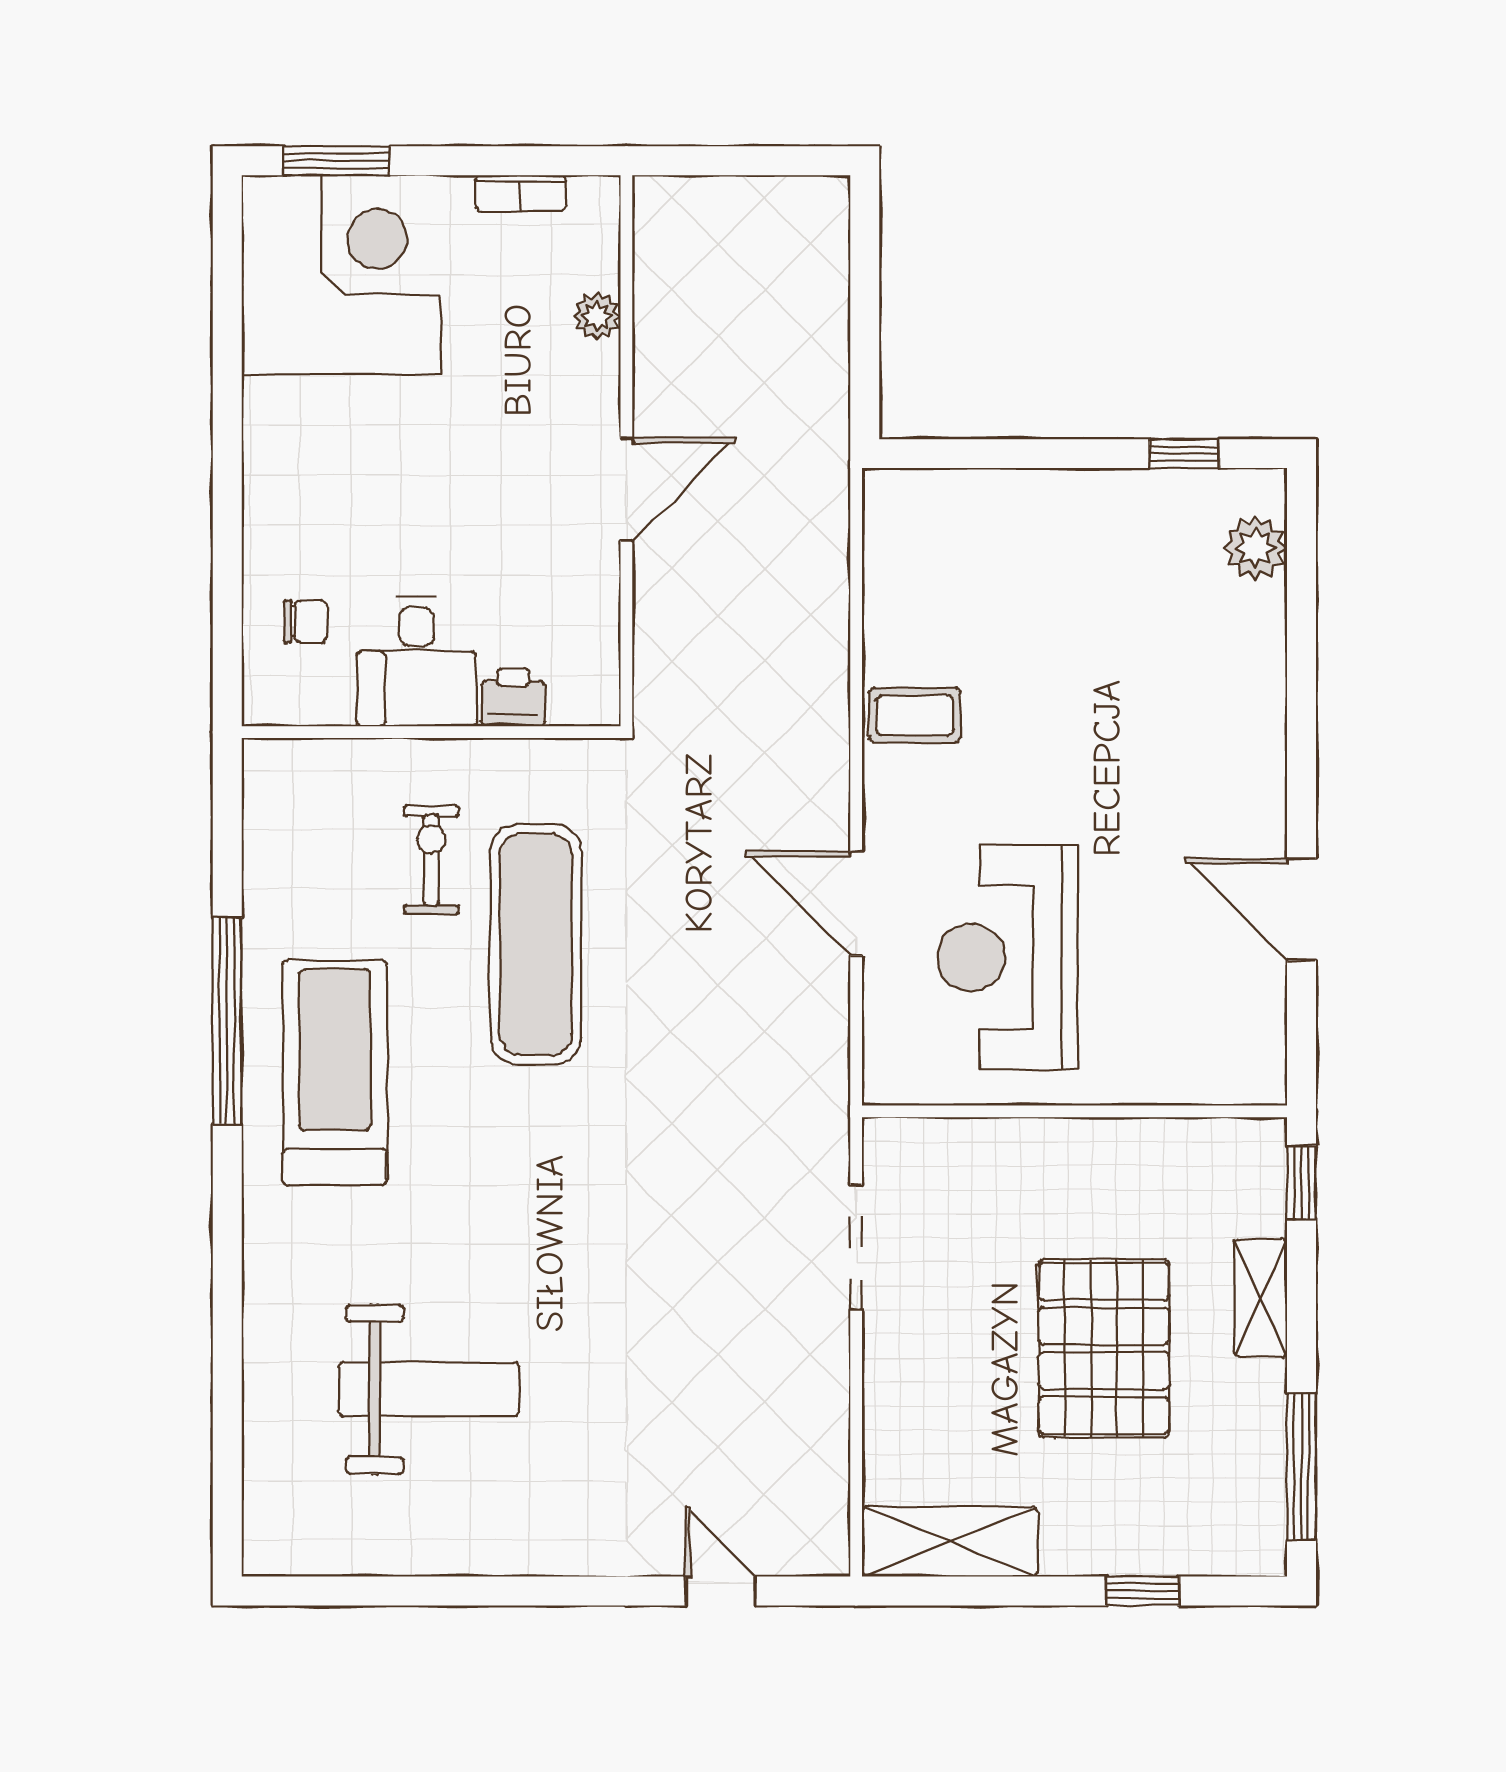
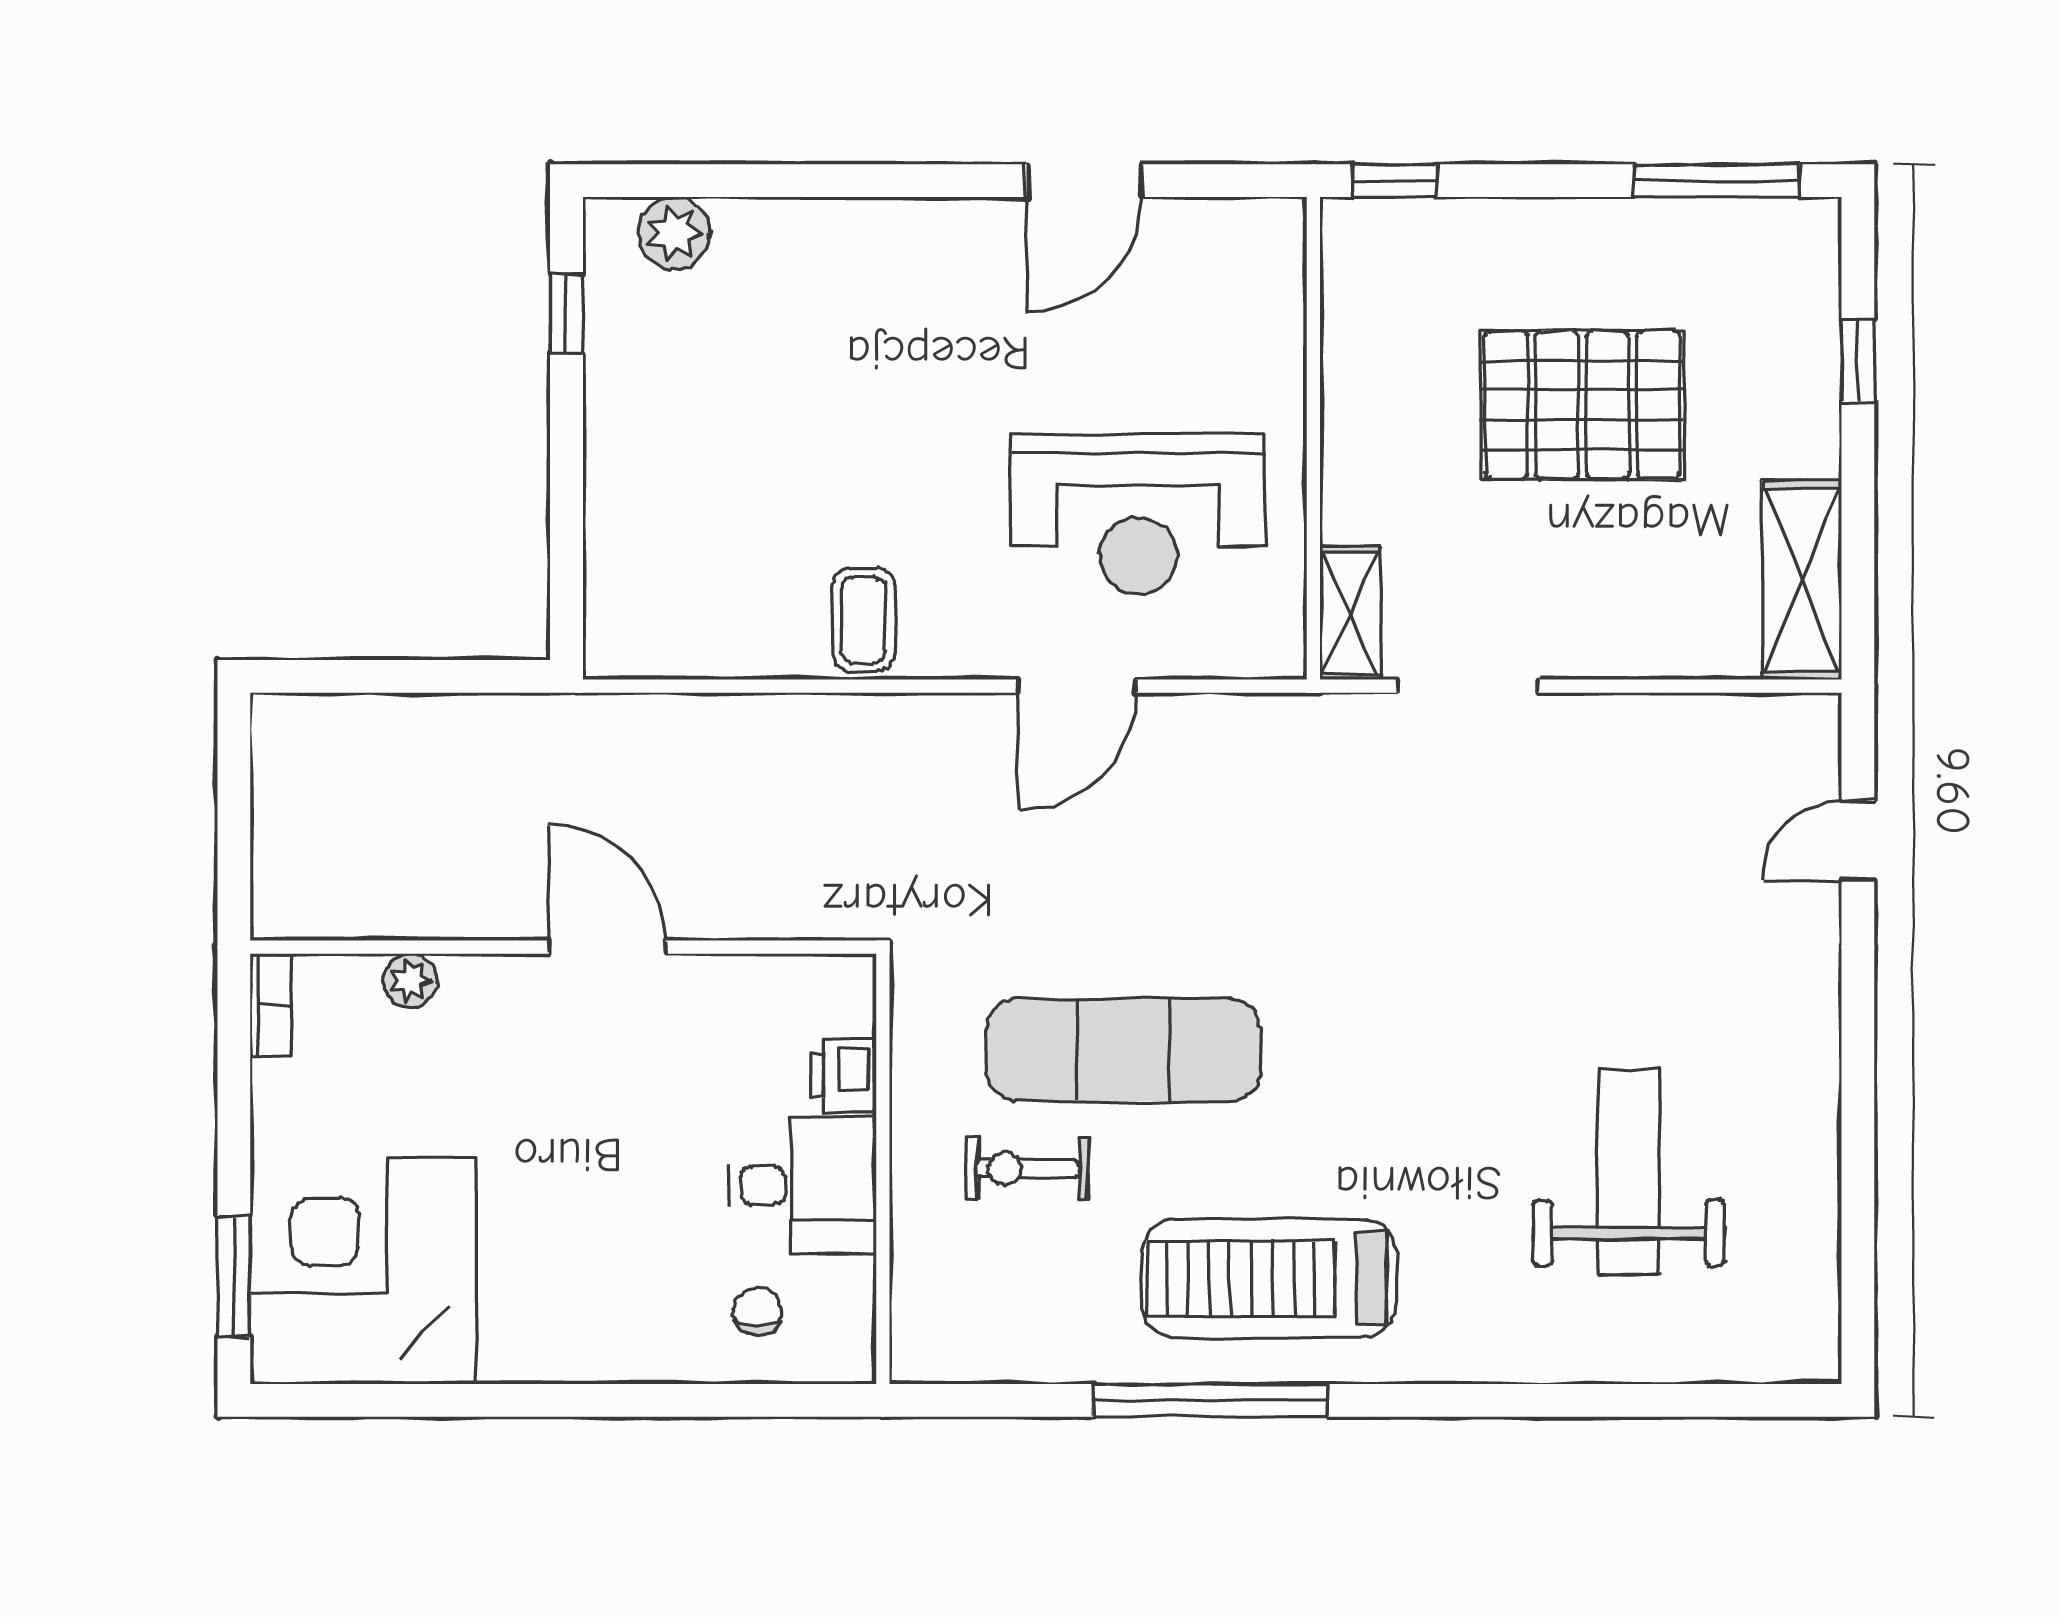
bookcase: (521, 193) -> (271, 1005), moved
shelving: (1261, 1298) -> (1350, 613), moved, turned 90

